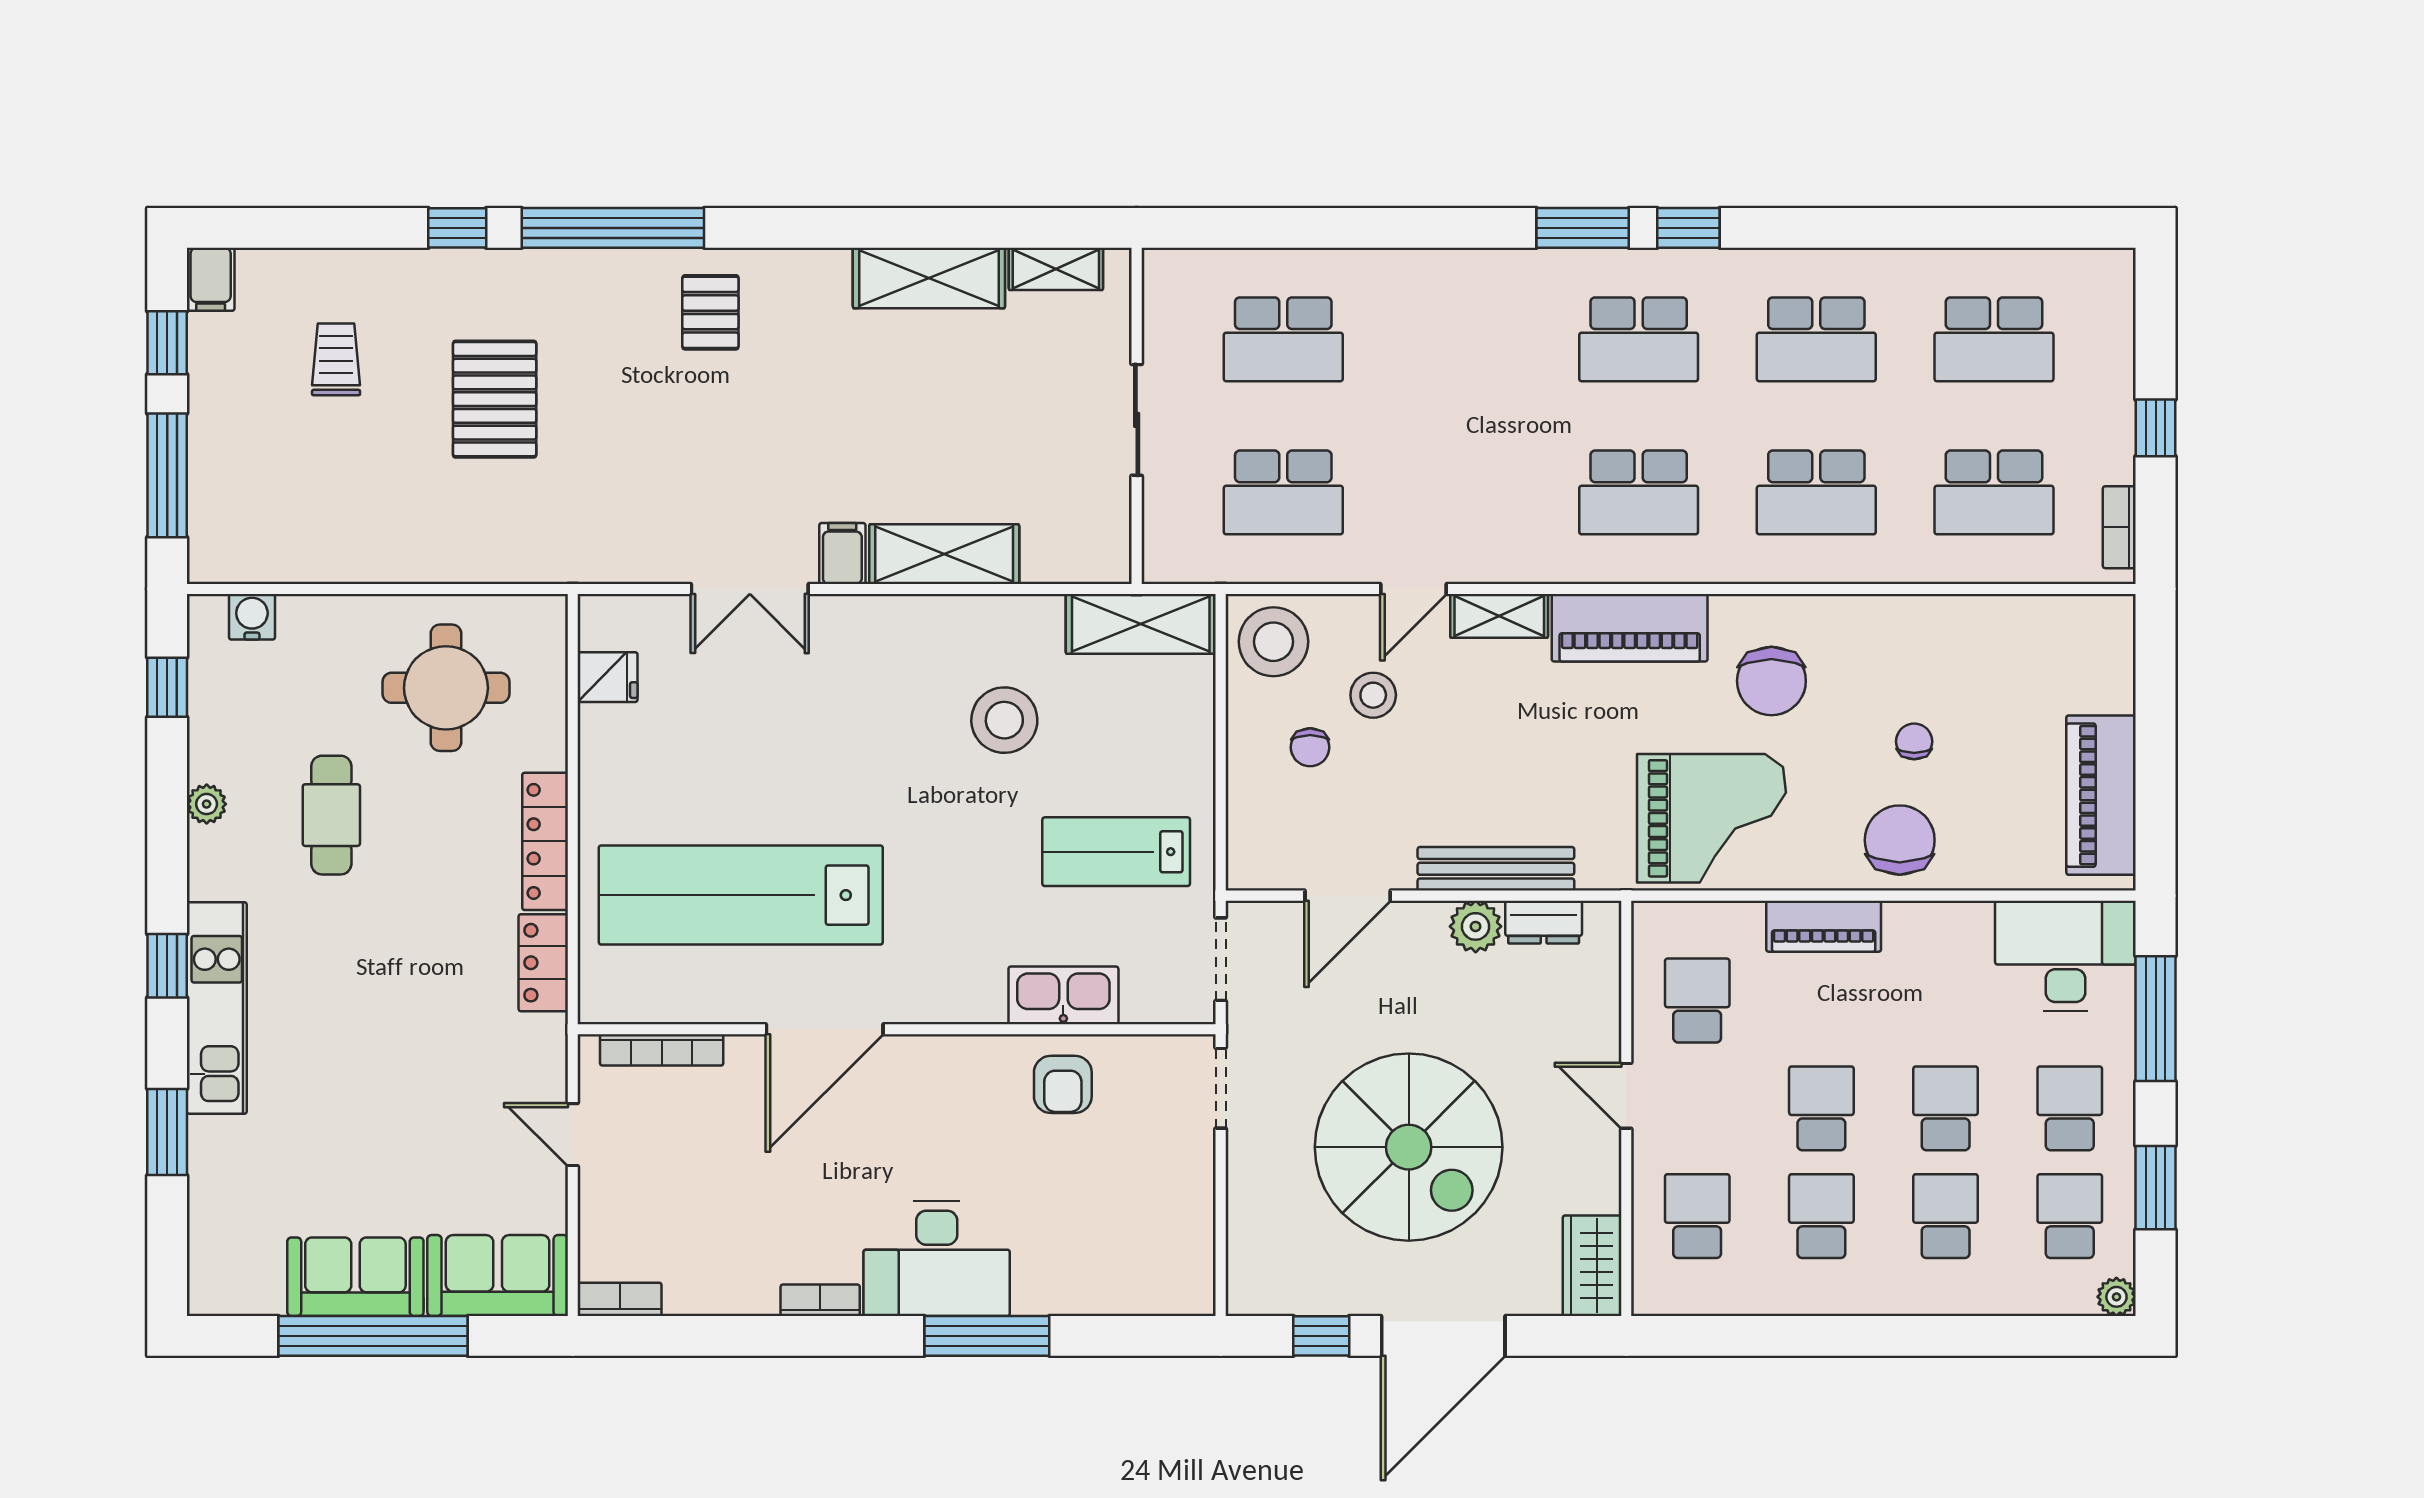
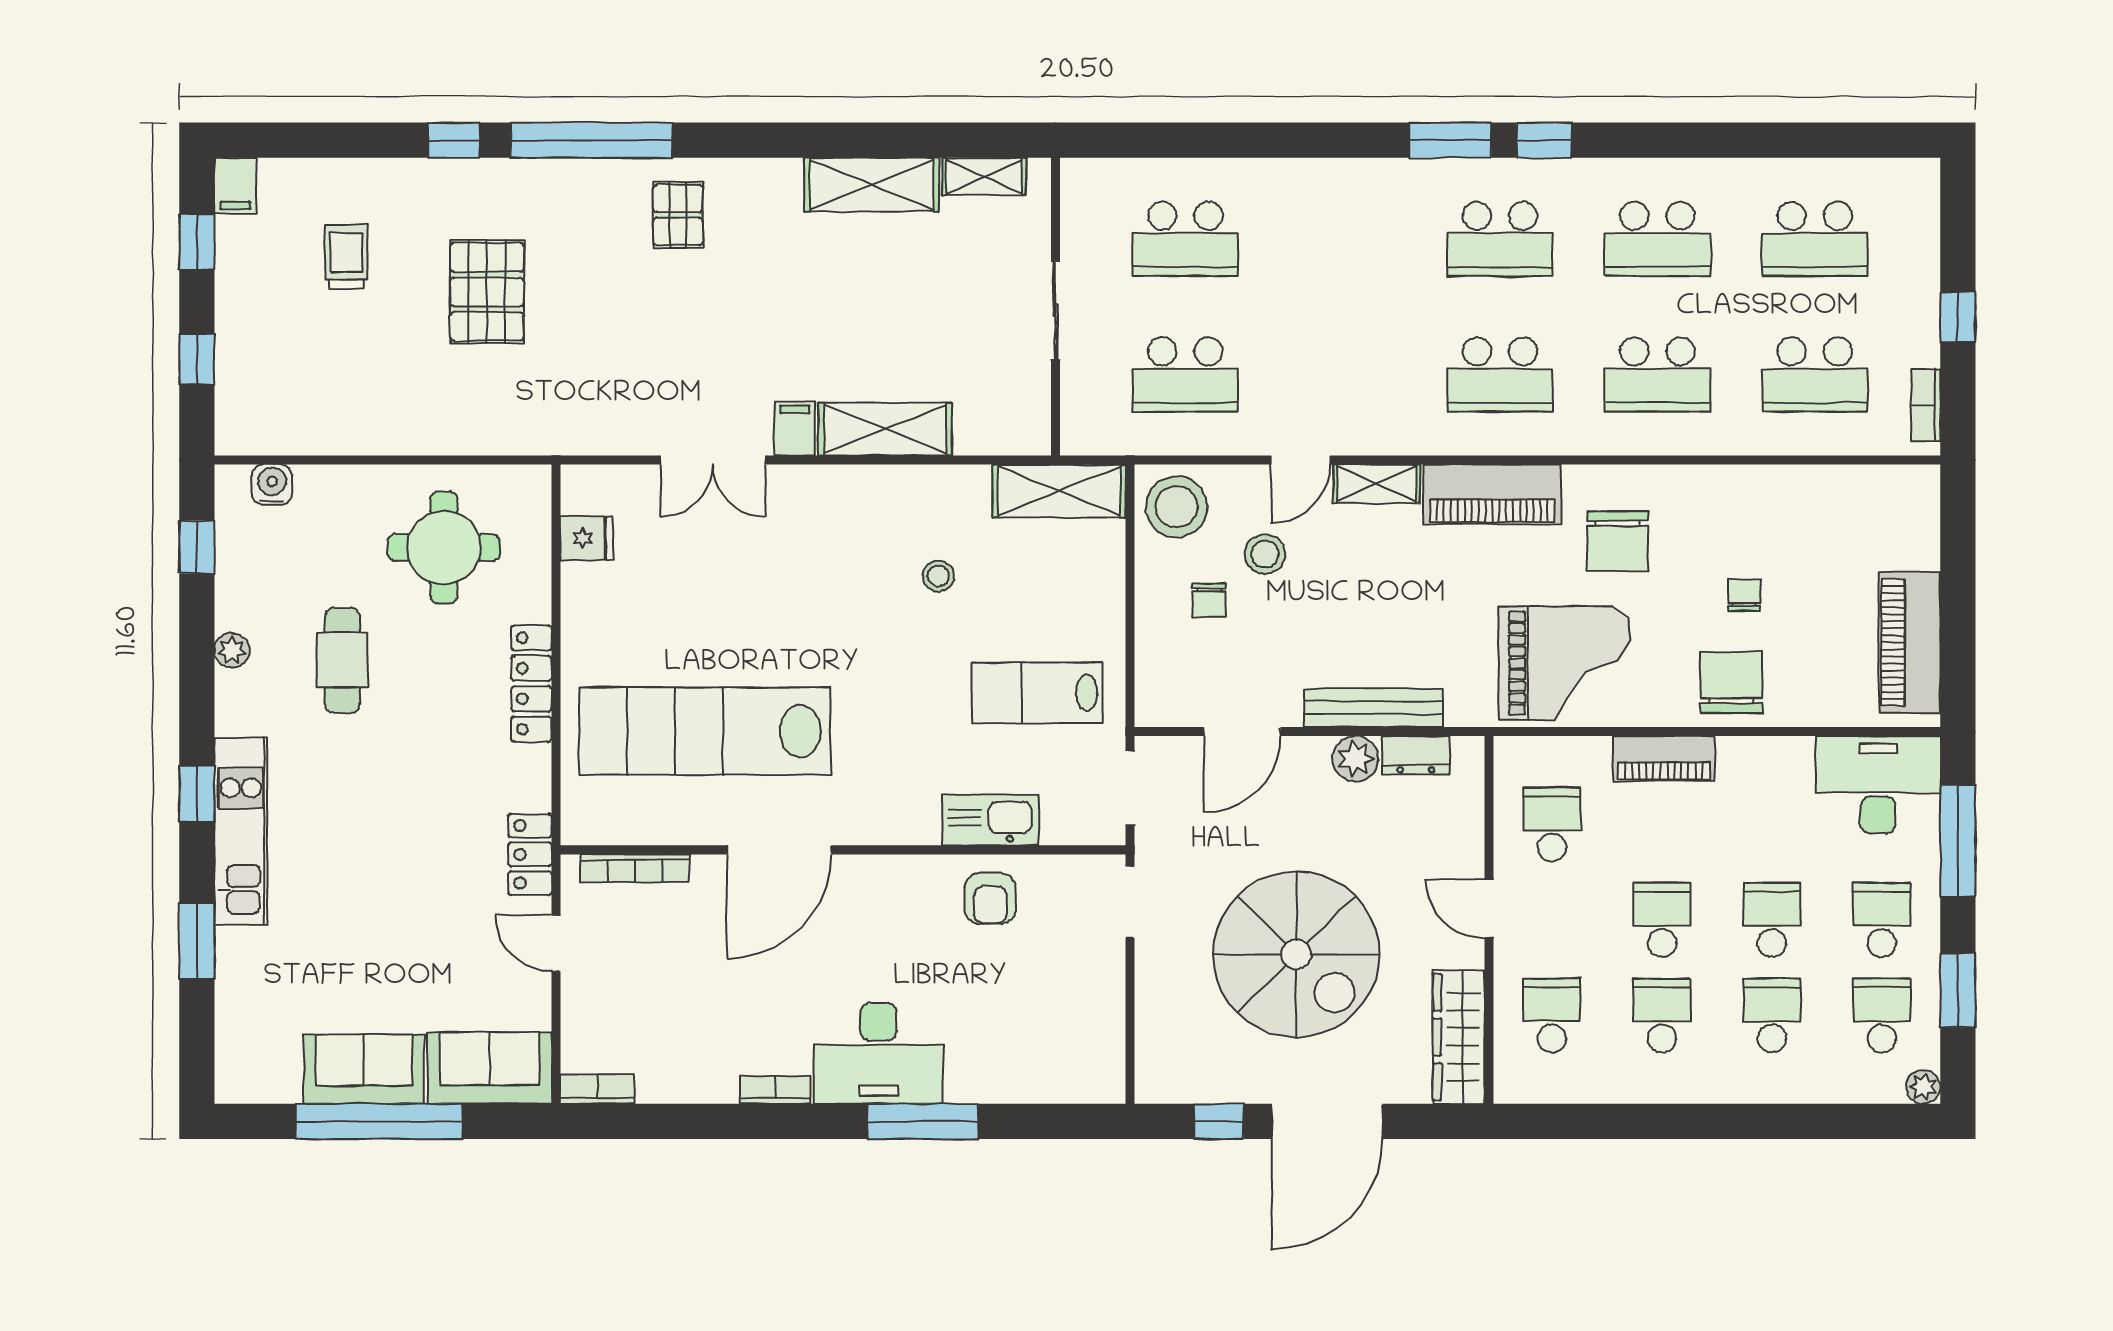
window: (167, 475) -> (197, 359), width x0.46
stool: (1004, 720) -> (938, 576), width x0.53, depth x0.53
locker: (543, 963) -> (530, 854), moved
wardrobe: (1592, 1266) -> (1459, 1037), width x1.50

